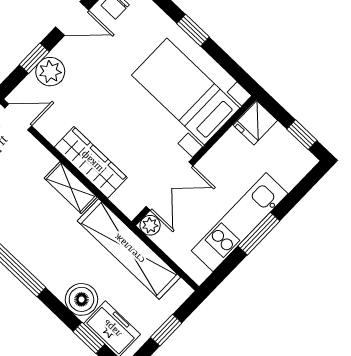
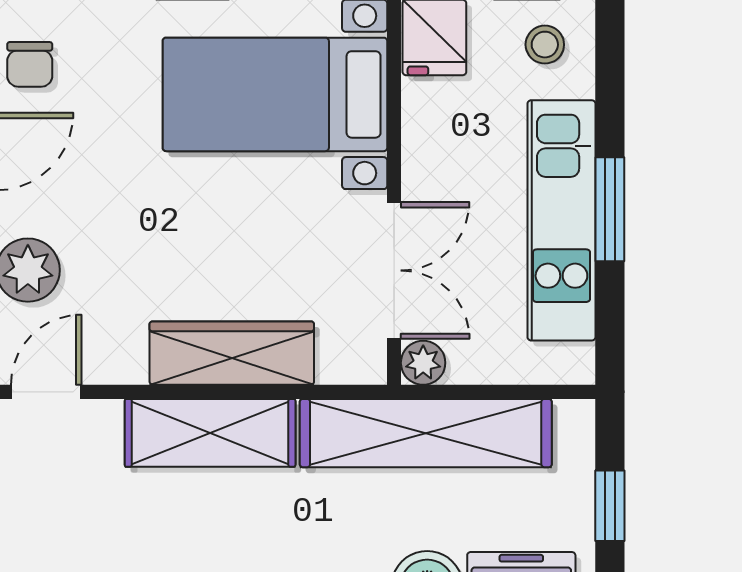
stool: (289, 160) -> (545, 45), added
shelving: (71, 188) -> (210, 433), width x1.50, depth x1.33

